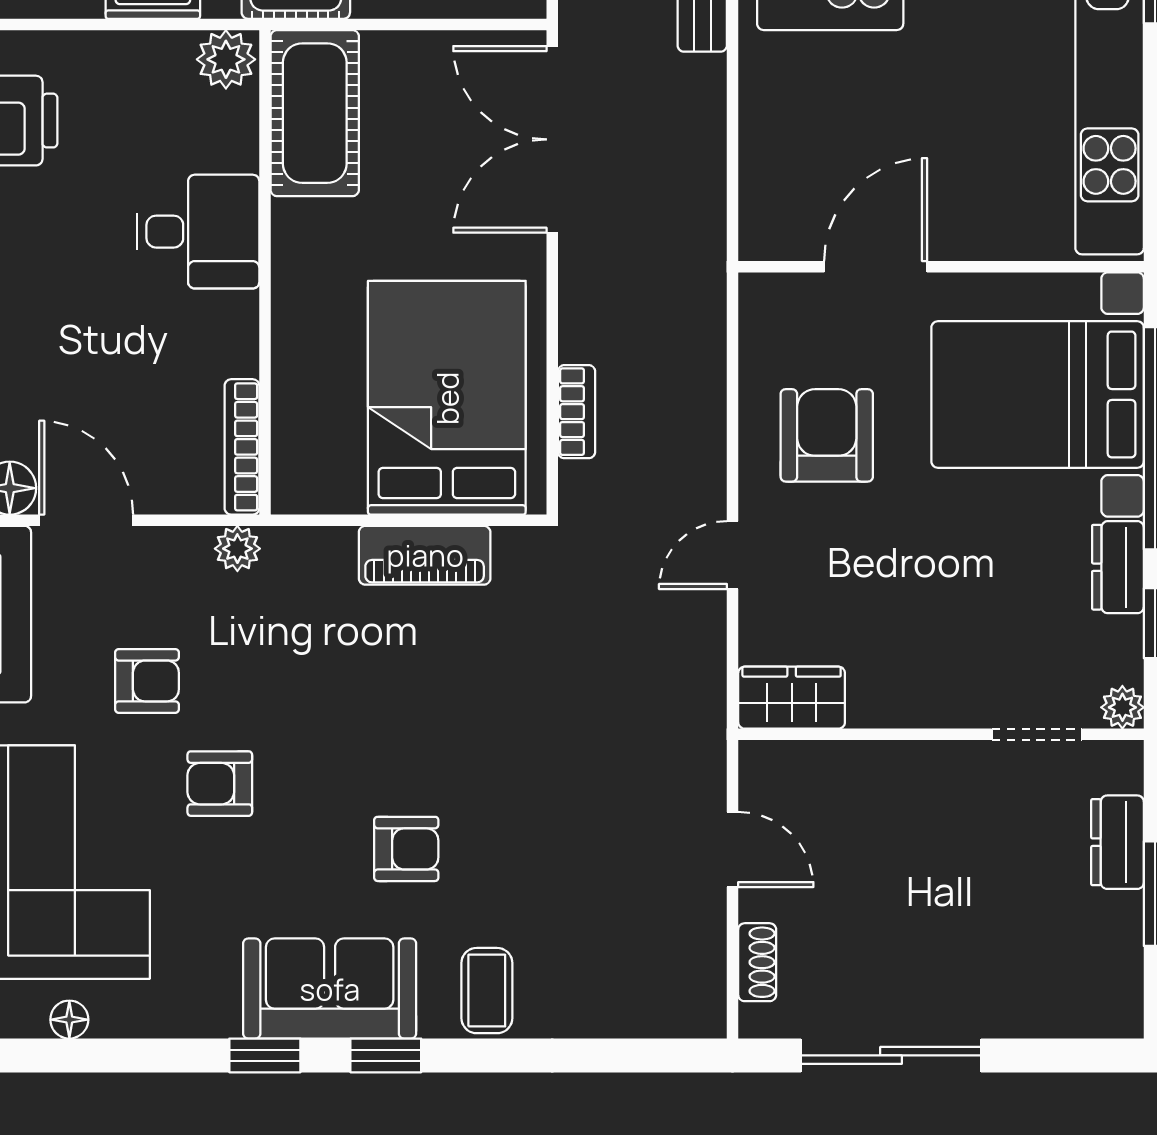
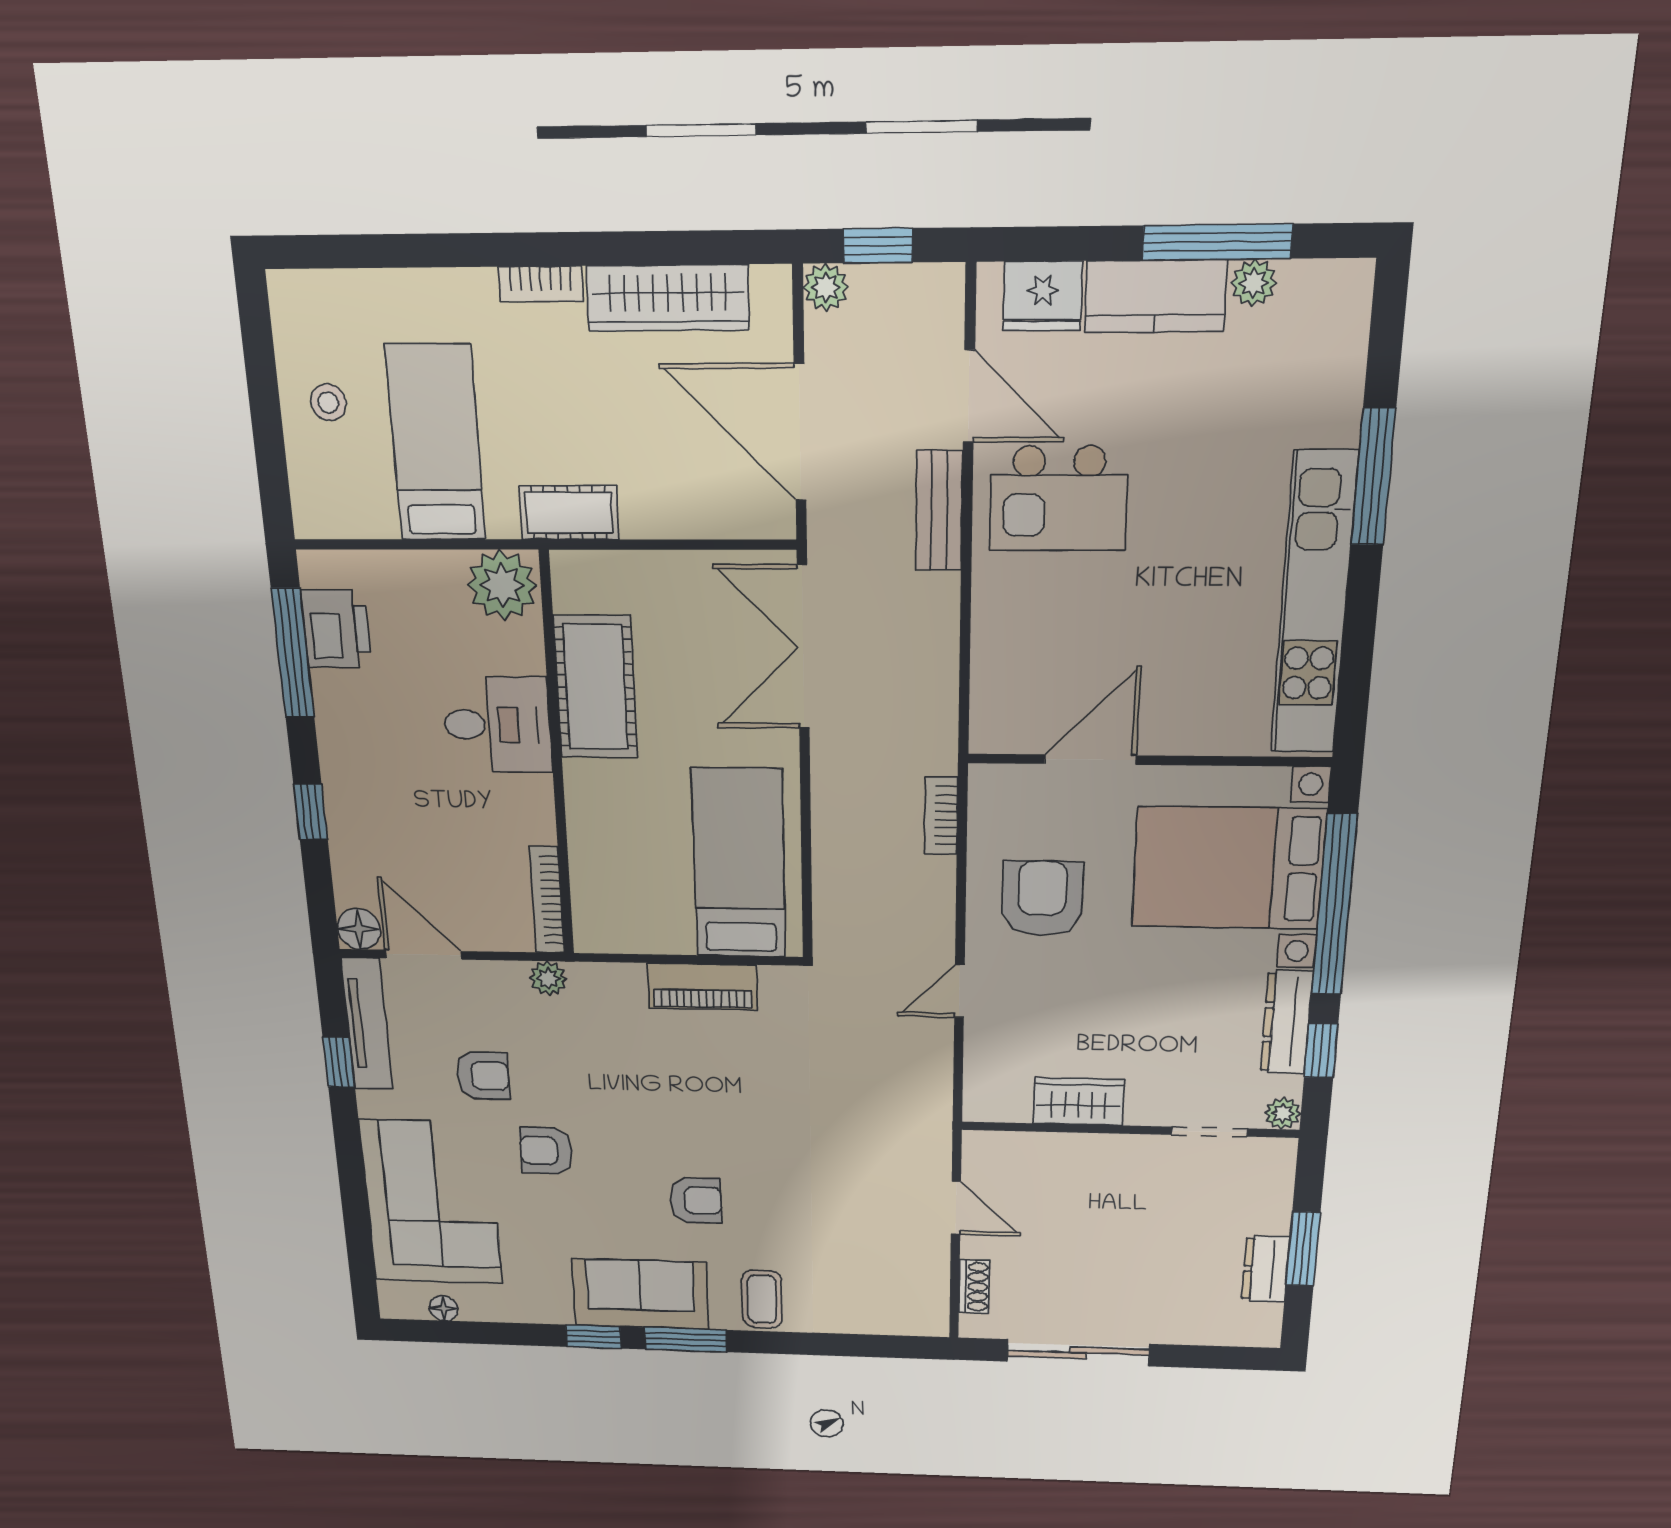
plant: (226, 59) -> (502, 585), width x1.36, depth x1.36
cot: (315, 113) -> (596, 687), moved
bed: (447, 398) -> (739, 864), width x0.67
bookcase: (577, 412) -> (941, 816), moved, turned 180
dresser: (1118, 567) -> (1287, 1022), width x1.44
wardrobe: (792, 698) -> (1079, 1101), moved
dresser: (1118, 842) -> (1266, 1269), moved
window: (386, 1055) -> (686, 1340), width x1.50

